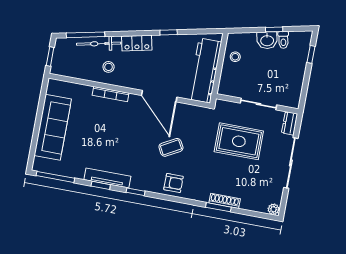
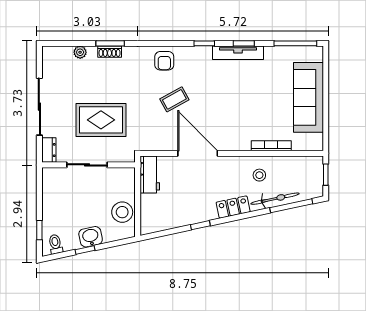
toilet: (283, 40) -> (55, 244), moved
stool: (235, 57) -> (122, 212), width x1.89, depth x1.89
workbench: (205, 71) -> (150, 174), width x0.53, depth x0.76
bookcase: (111, 94) -> (271, 146), moved
armchair: (174, 183) -> (164, 61), turned -90
shoe rack: (225, 201) -> (110, 52), width x0.70
plant: (274, 209) -> (80, 52), moved

